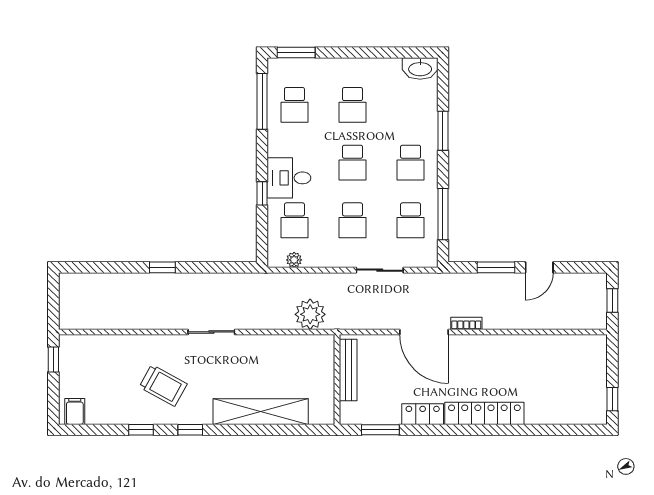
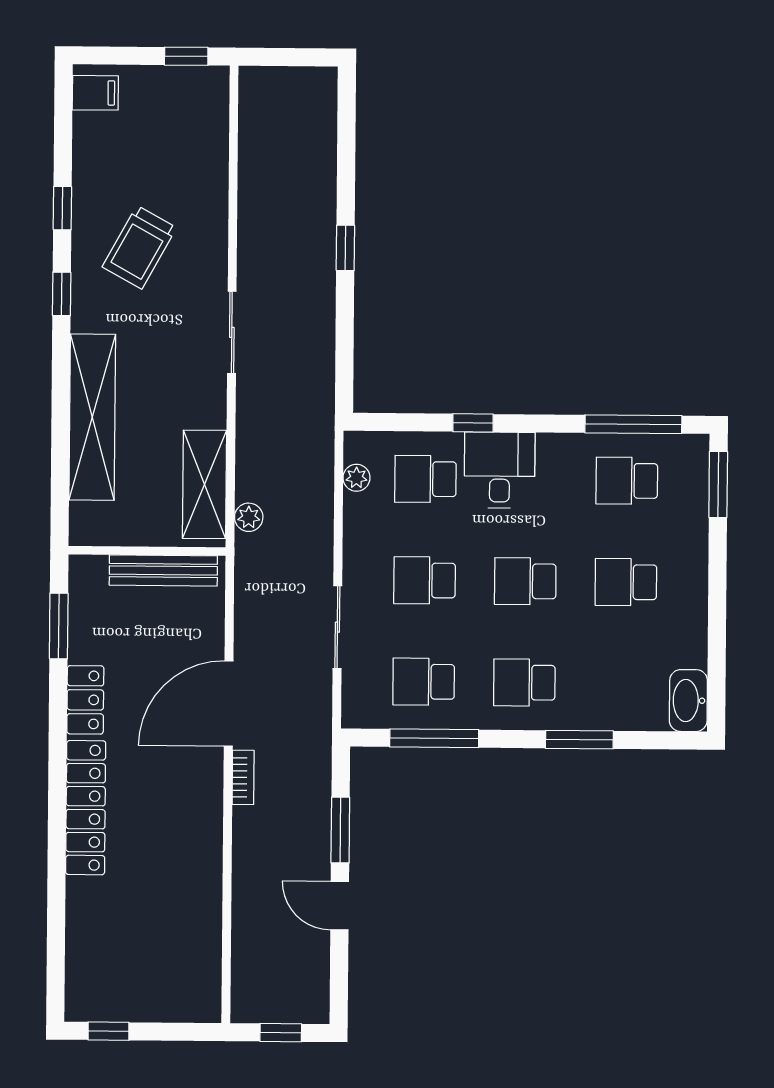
plant: (310, 314) -> (249, 517), width x0.53, depth x0.53
shelving: (299, 347) -> (204, 484), added

